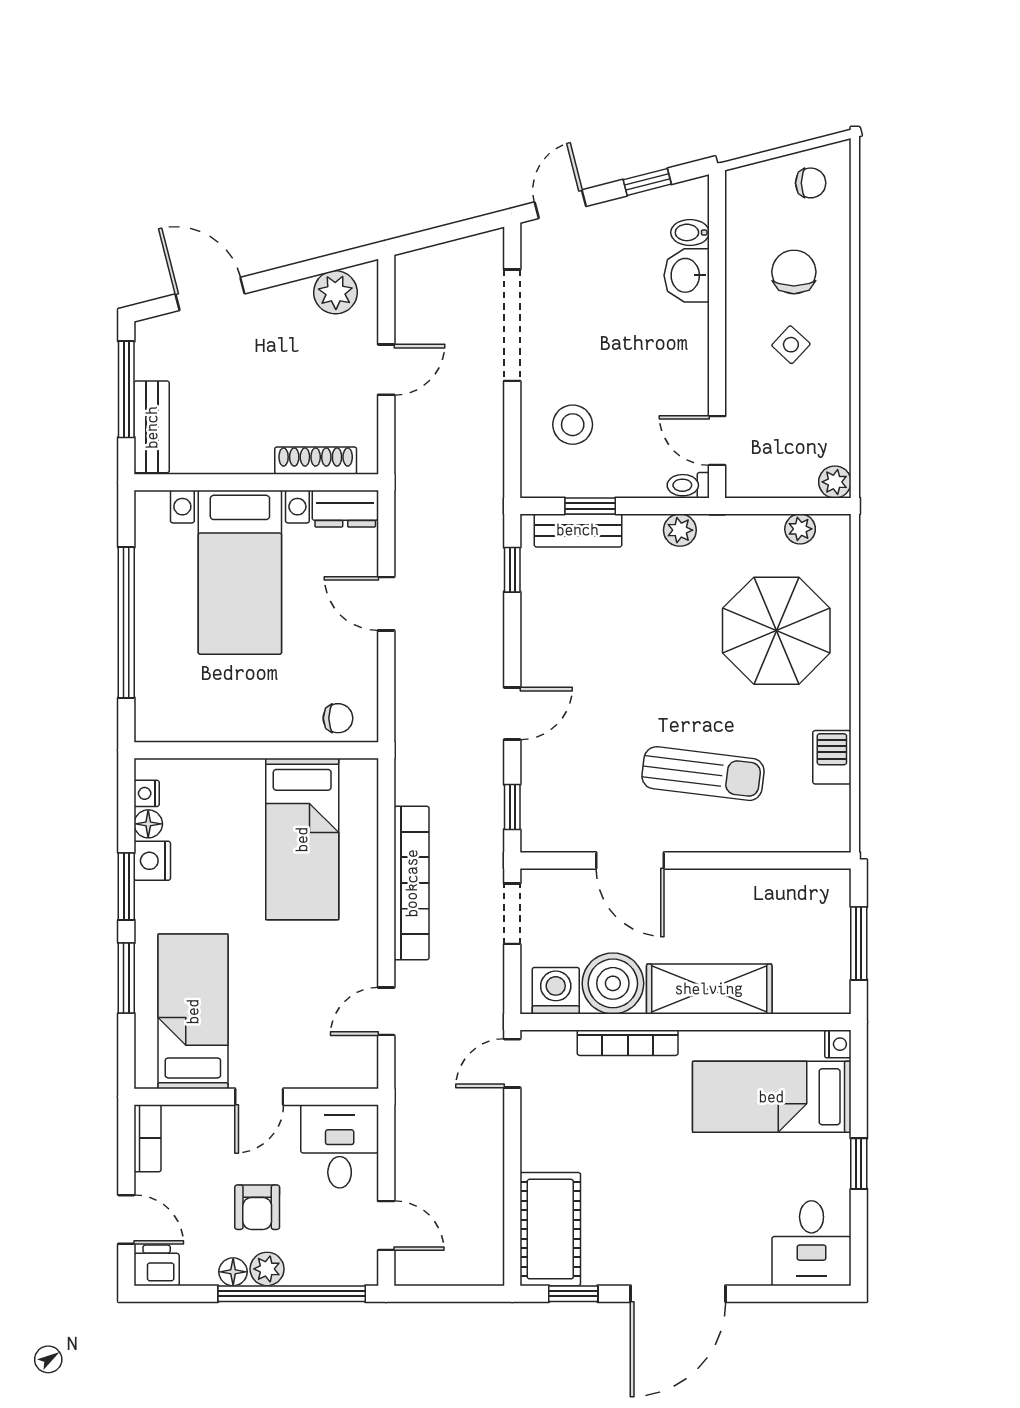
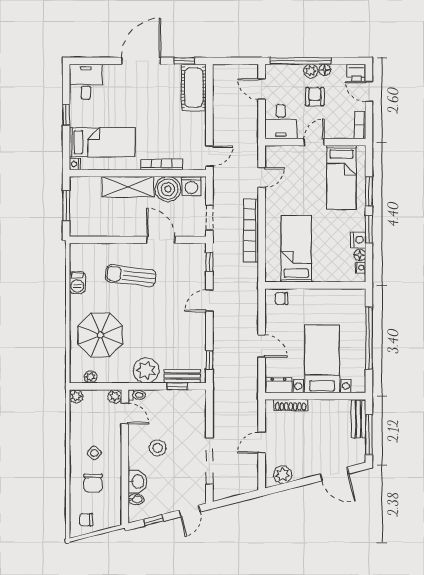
stool: (573, 425) -> (158, 448), moved
plant: (741, 482) -> (115, 396), added
plant: (680, 530) -> (146, 370), width x1.87, depth x1.87

